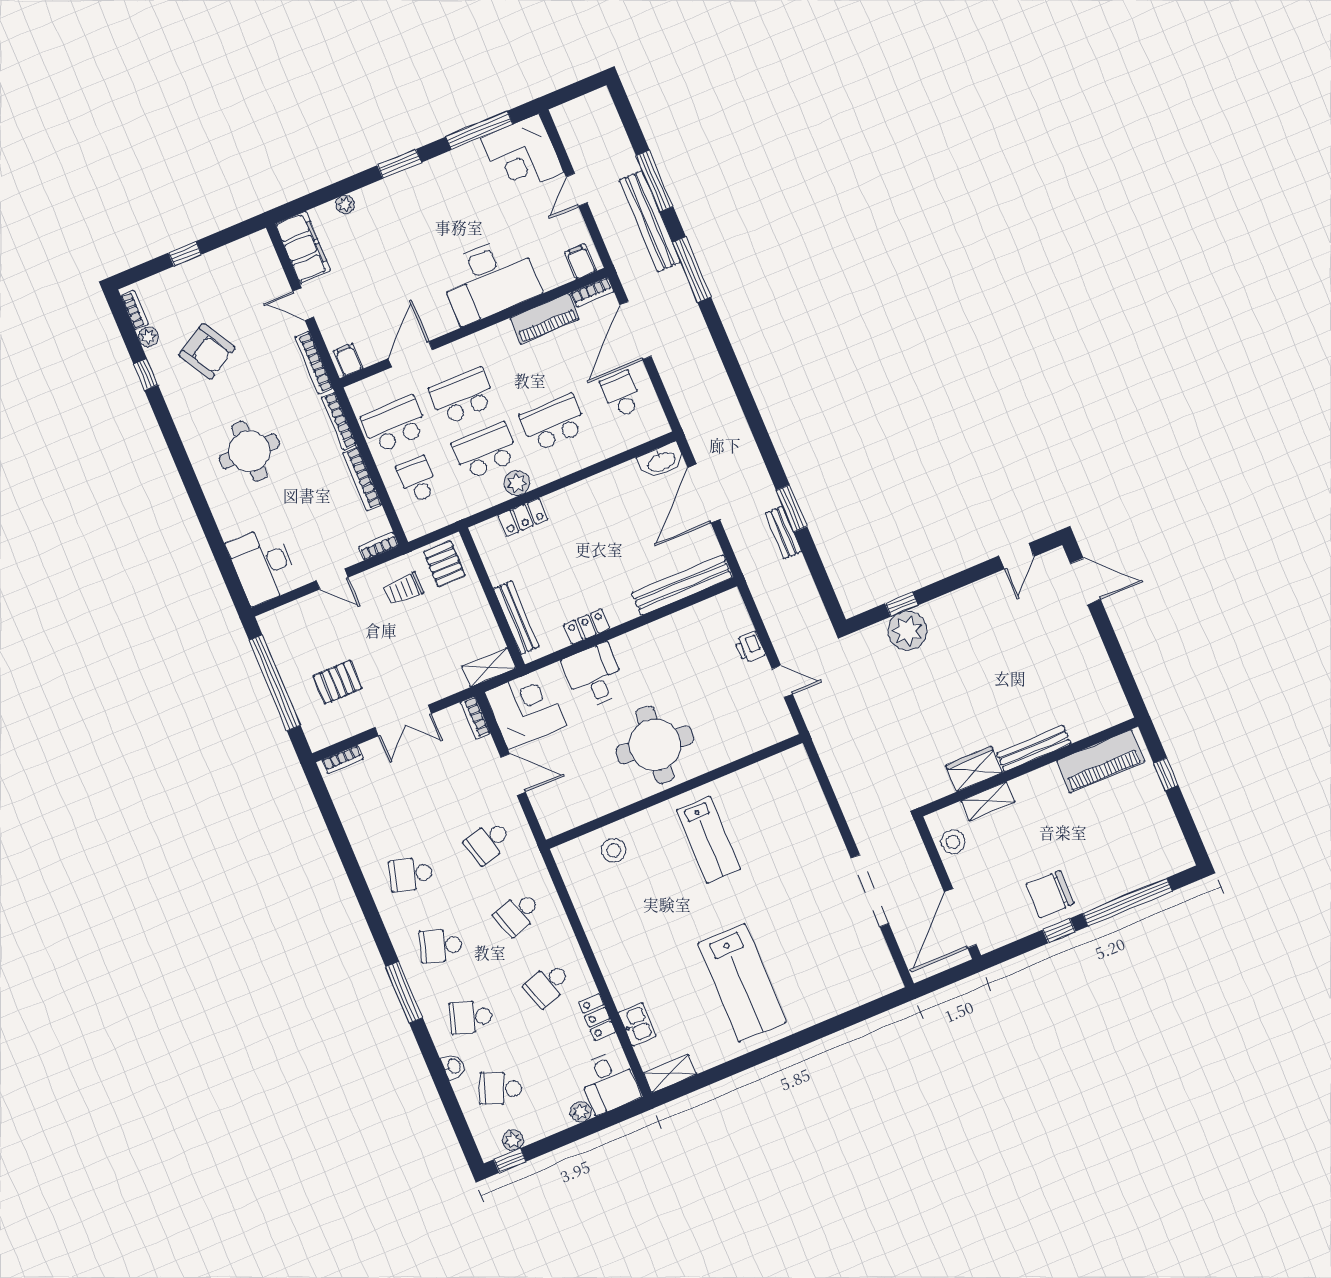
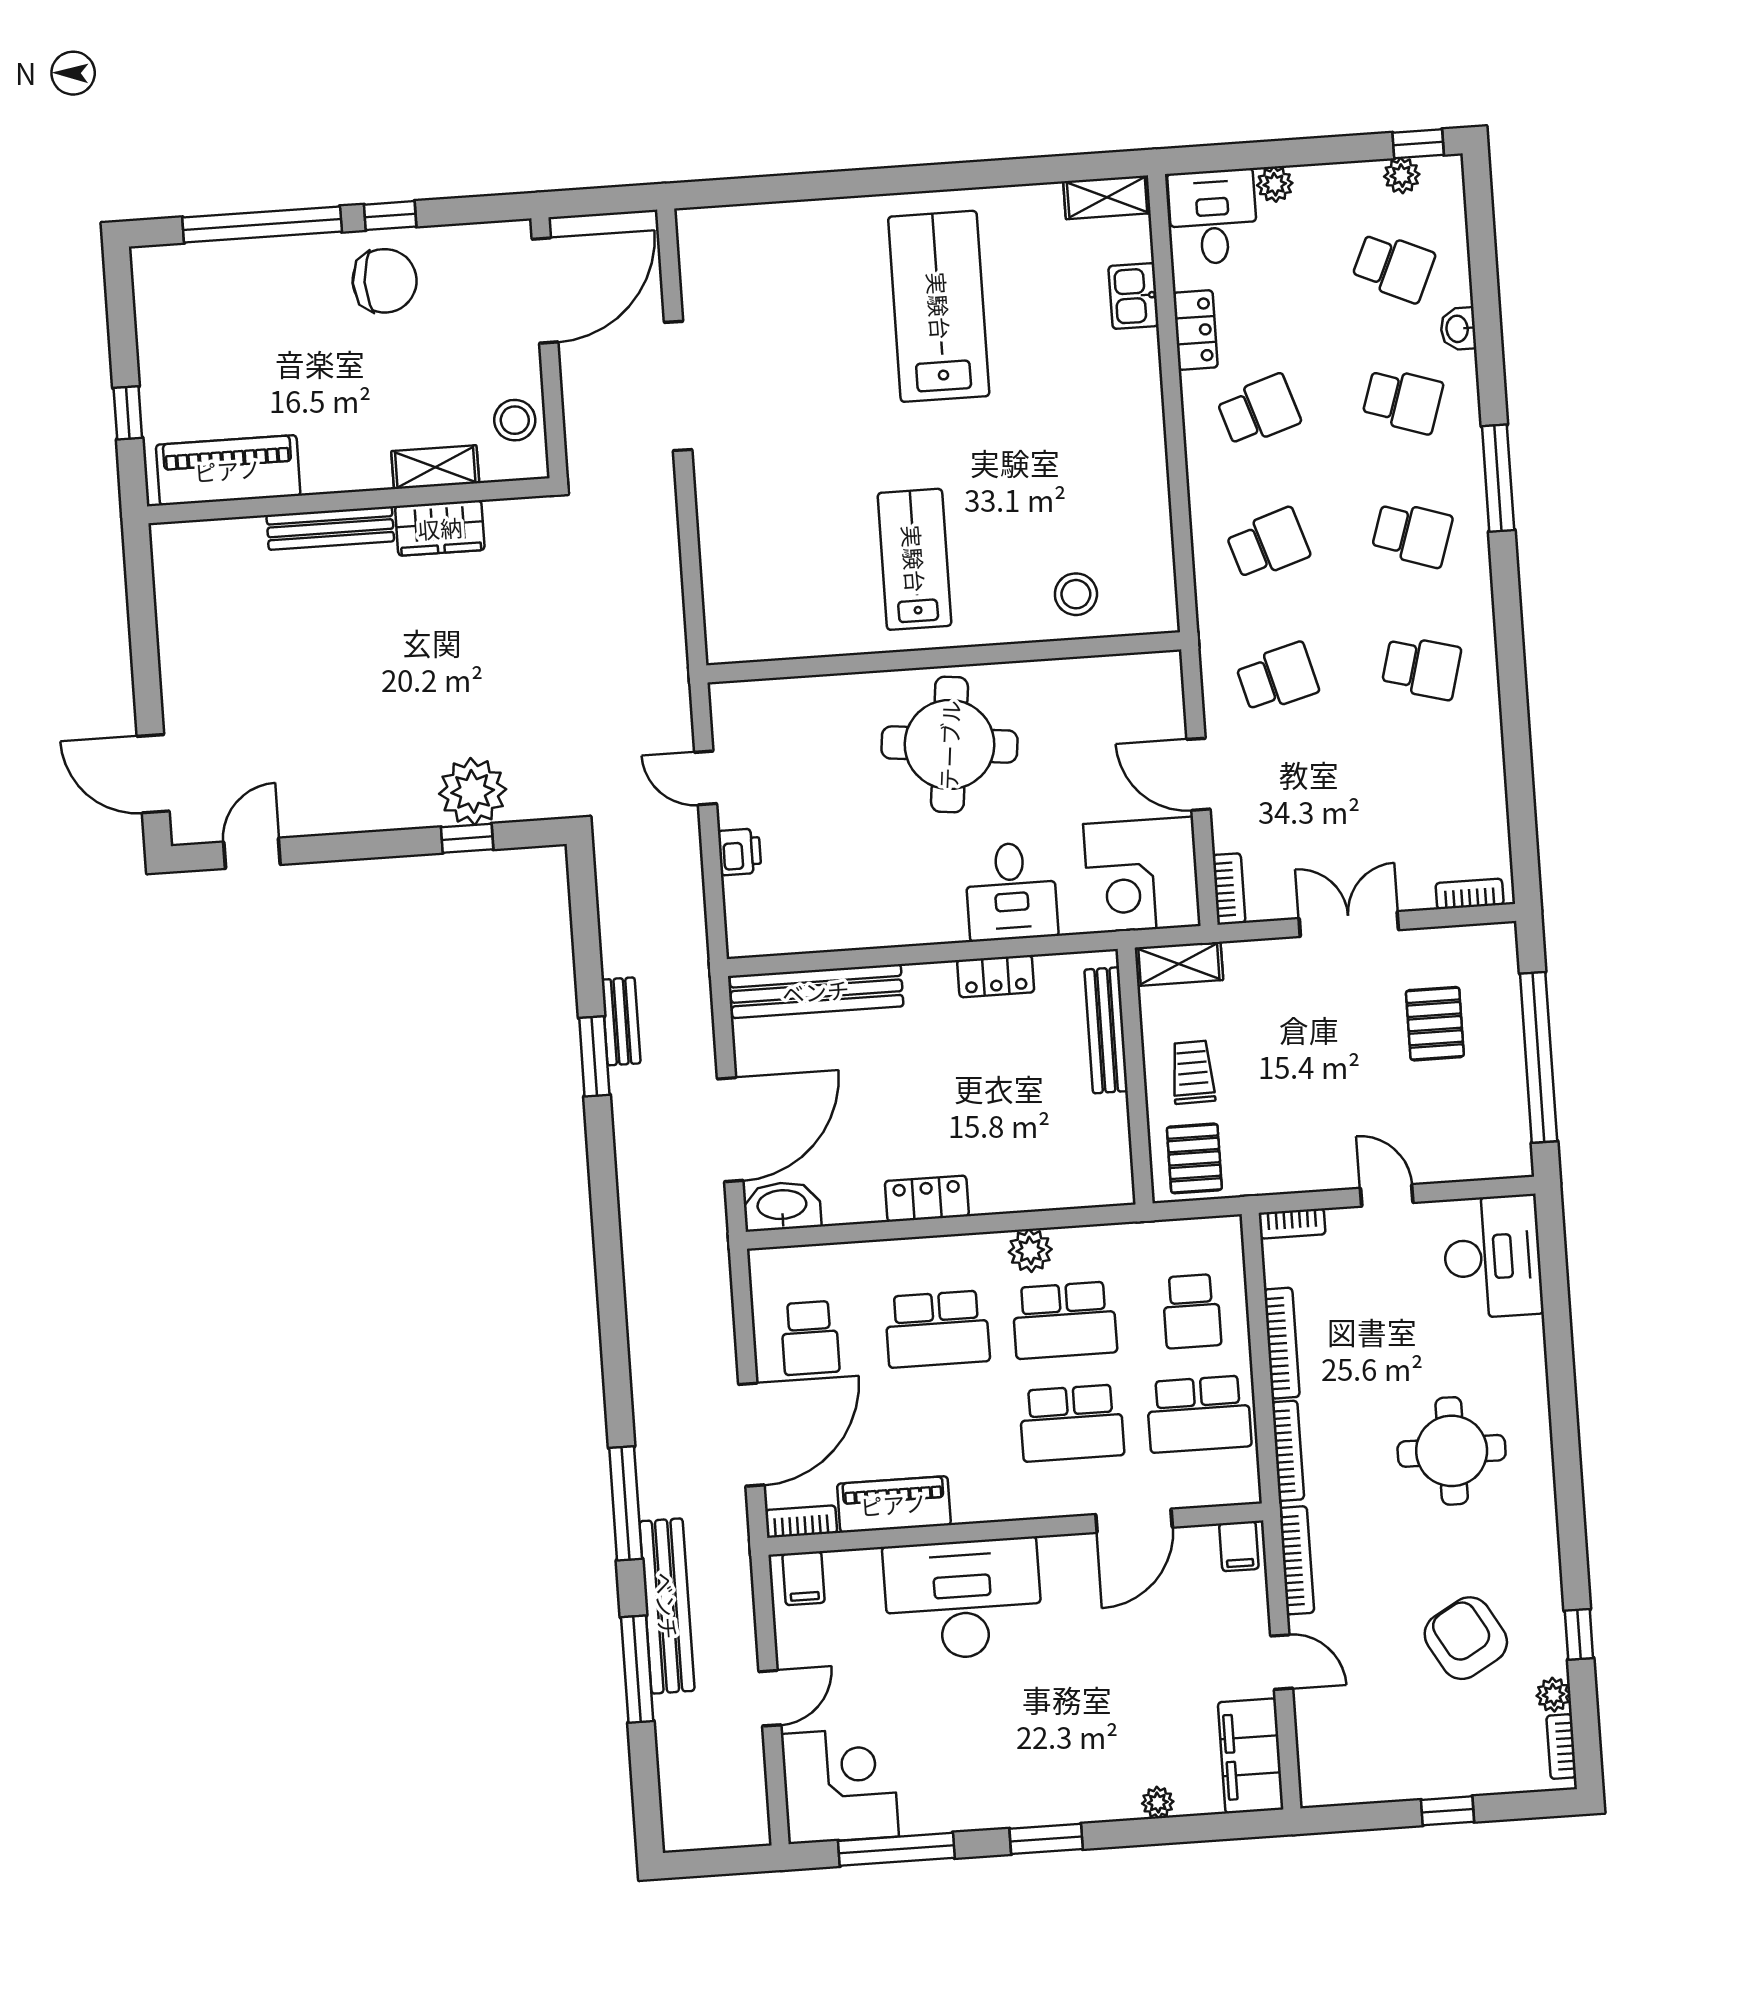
locker: (523, 517) -> (927, 1199), moved
trolley: (403, 589) -> (1193, 1072), moved, turned -91
pallet: (338, 682) -> (1435, 1024), turned 90

